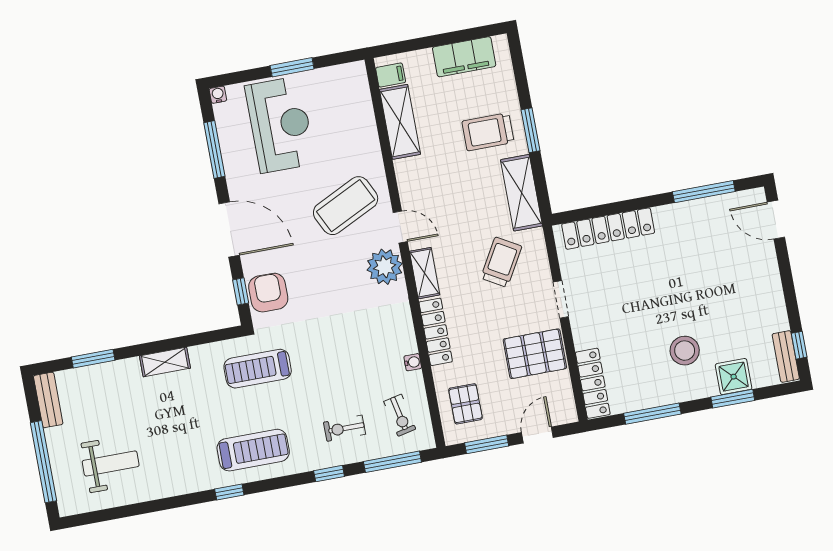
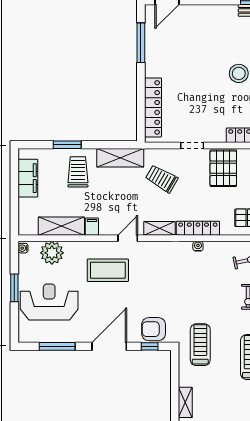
filing cabinet: (391, 75) -> (92, 227), moved
water cooler: (218, 95) -> (23, 248), moved
window: (531, 130) -> (67, 145), moved
trolley: (488, 132) -> (78, 172), turned 180
coffee table: (346, 206) -> (108, 270), turned -64
plant: (385, 267) -> (52, 253), moved
water cooler: (413, 362) -> (198, 246), moved
treadmill: (258, 369) -> (200, 345), turned 180

